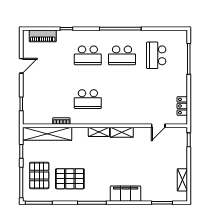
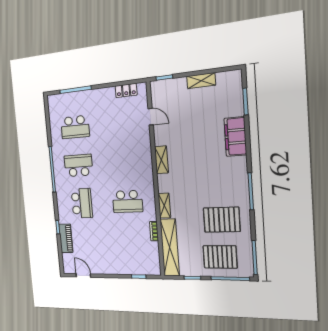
piano: (43, 36) -> (66, 238), moved
school desk: (122, 55) -> (78, 165), turned -90
door: (21, 66) -> (83, 275), moved
school desk: (88, 99) -> (127, 201), turned 90
shelving: (99, 132) -> (164, 206), moved
pallet: (70, 179) -> (222, 220), turned 90
shelving: (182, 180) -> (201, 81), moved
filing cabinet: (126, 194) -> (235, 137), moved

